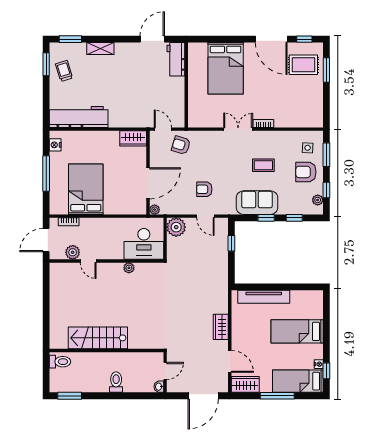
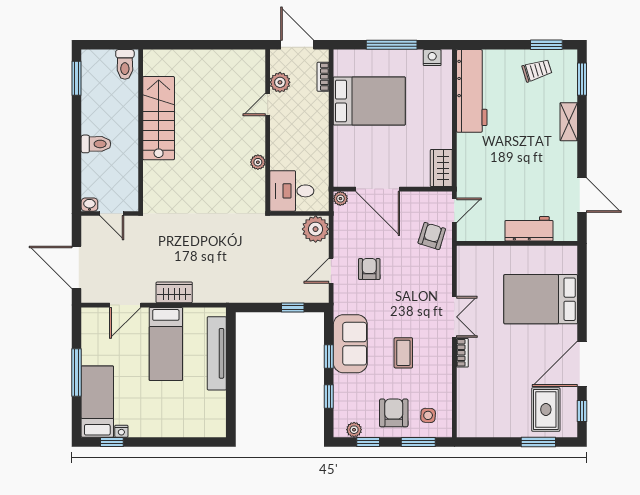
workbench: (176, 59) -> (529, 229), moved
desk: (144, 244) -> (292, 191), width x0.73
bed: (297, 331) -> (166, 344), moved, turned 180
wardrobe: (245, 384) -> (93, 327), removed

